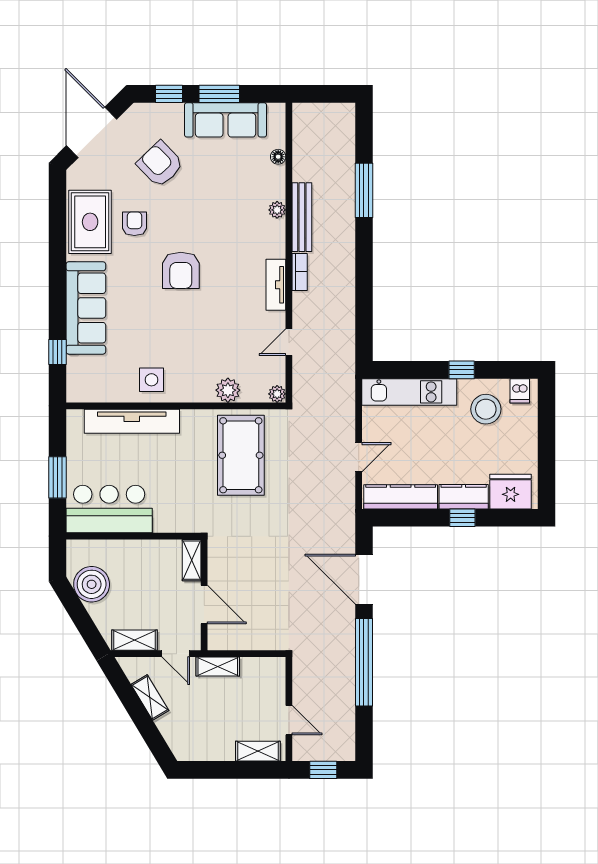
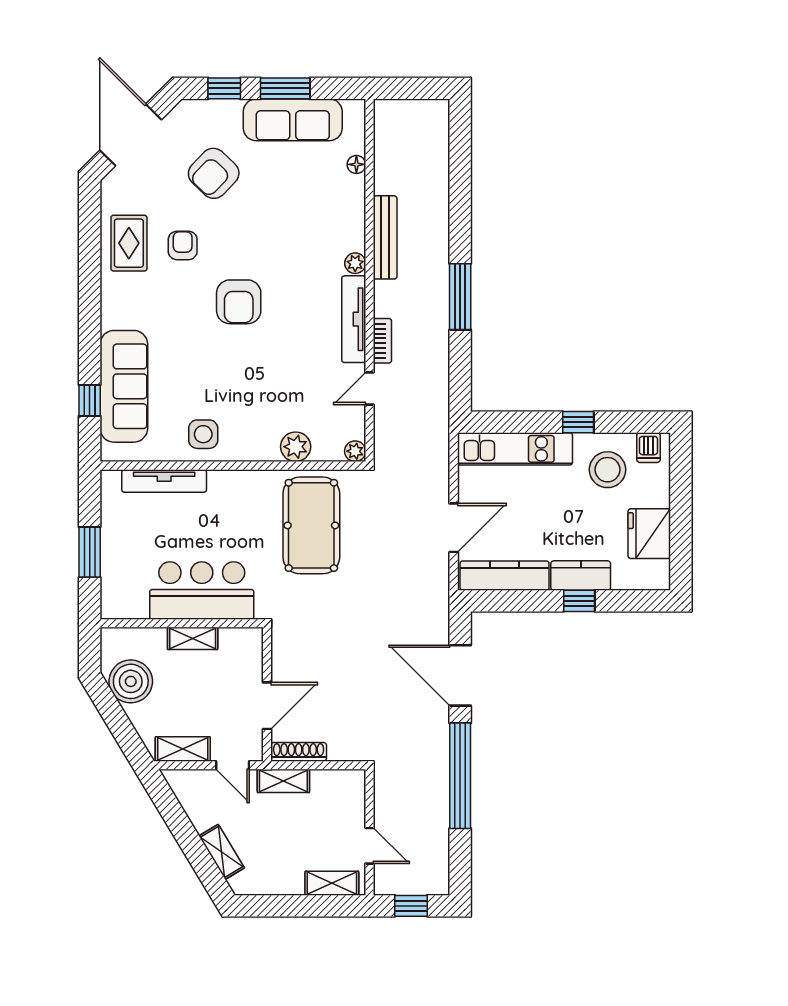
armchair: (160, 164) -> (214, 173), turned -92
window: (364, 190) -> (460, 297), moved
plant: (277, 210) -> (355, 263), moved
rug: (90, 222) -> (129, 243), width x0.73, depth x0.70
bookcase: (300, 272) -> (382, 341), moved
tv unit: (276, 285) -> (354, 319), width x1.41
sofa: (86, 308) -> (124, 386), moved
tv unit: (132, 421) -> (164, 481), width x0.73, depth x0.78
door: (359, 457) -> (454, 528), width x1.38
fridge: (511, 492) -> (649, 534), moved, turned -90
bar counter: (109, 509) -> (202, 590), moved
shelving: (192, 560) -> (193, 638), moved, turned 90
door: (204, 604) -> (267, 706), hinge flipped
shoe rack: (230, 643) -> (299, 752), added
shelving: (150, 697) -> (222, 852), moved

